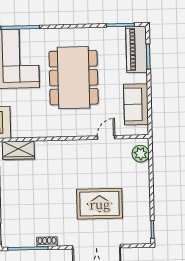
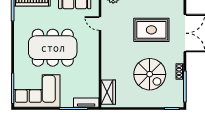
spiral stairs: (43, 203) -> (150, 74), added
rug: (100, 204) -> (151, 30), turned 90

